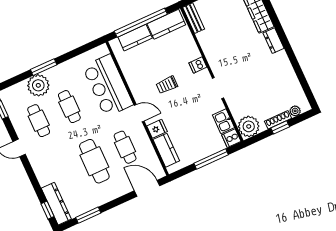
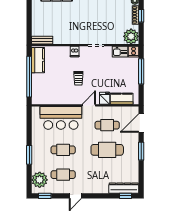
kitchen counter: (135, 38) -> (37, 85), removed
plant: (38, 85) -> (40, 180), moved
window: (88, 215) -> (141, 151), moved

